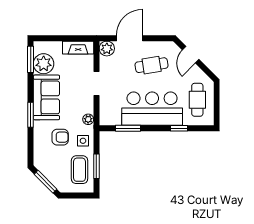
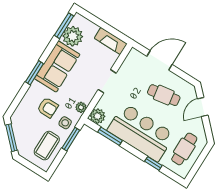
plant: (107, 49) -> (98, 116), moved
window: (96, 166) -> (71, 139), moved

